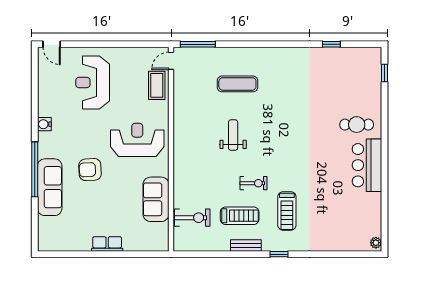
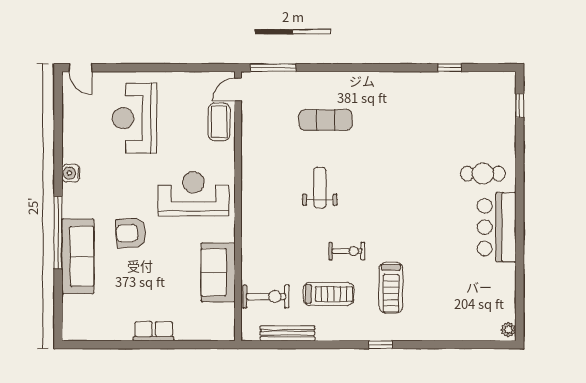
bench: (246, 245) -> (287, 333), moved, width x1.36

